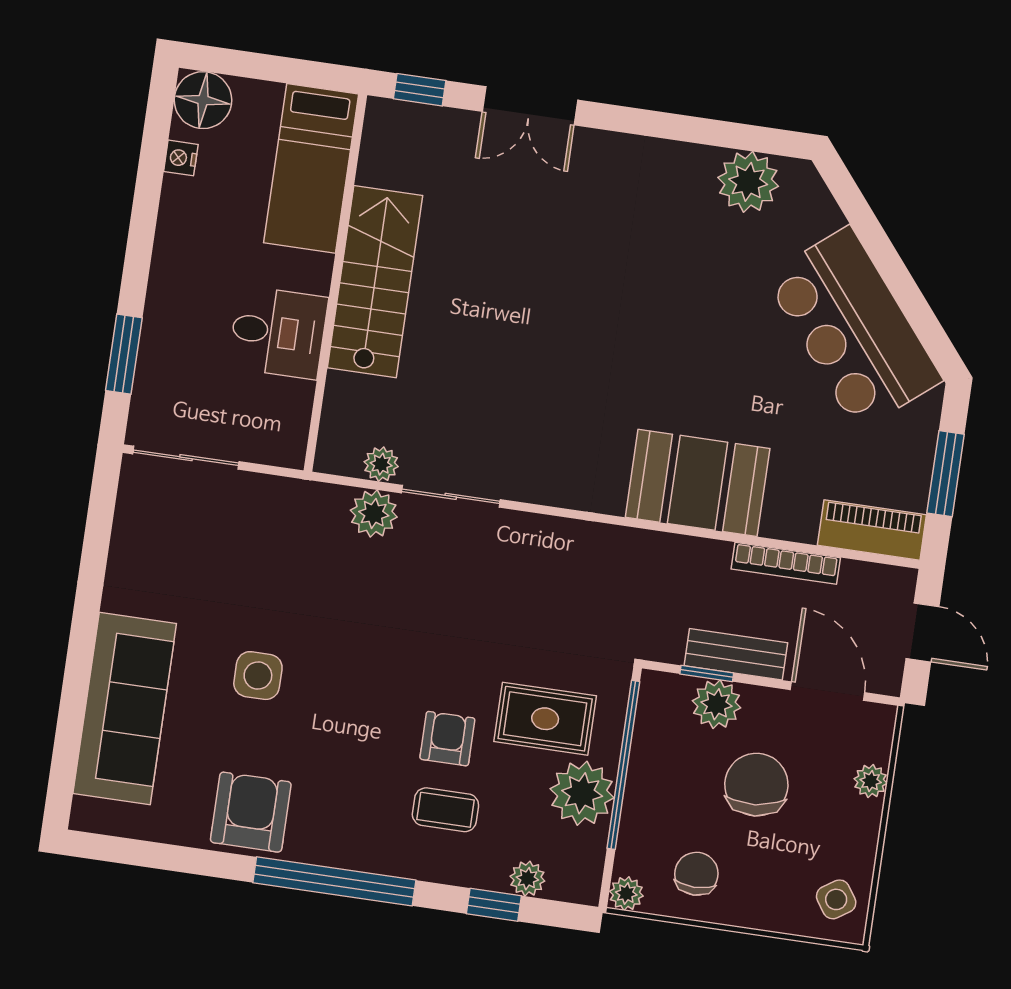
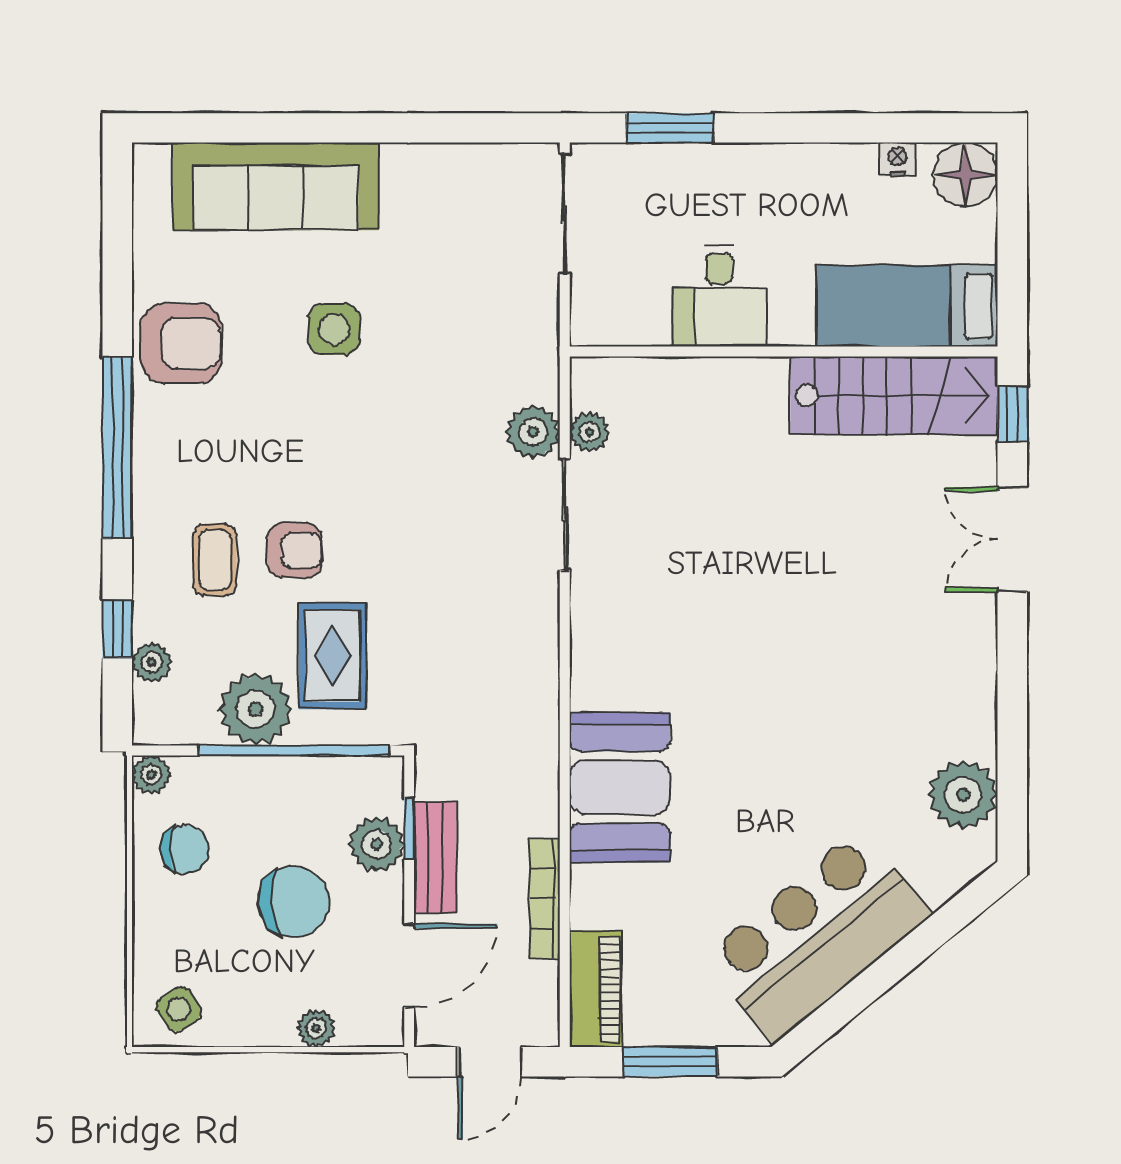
stairs: (375, 282) -> (894, 396), moved

